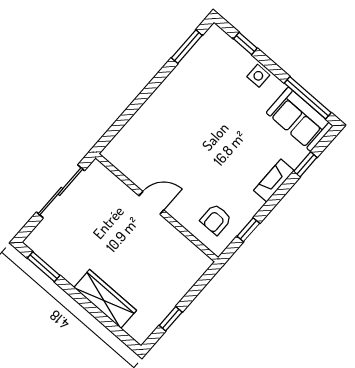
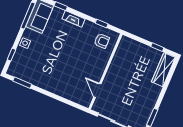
door: (151, 203) -> (97, 90), moved
wardrobe: (105, 299) -> (163, 70), moved

